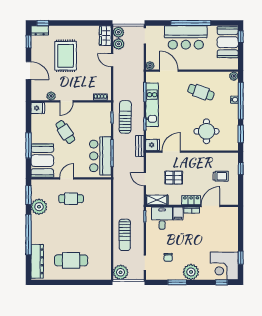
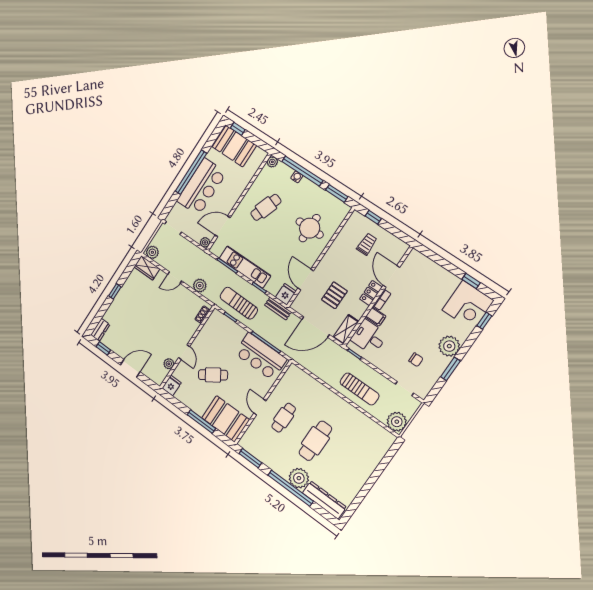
window: (43, 23) -> (115, 291), moved
plant: (119, 44) -> (200, 286), moved
rug: (66, 56) -> (140, 321), removed
door: (145, 179) -> (316, 327), width x1.88
plant: (39, 207) -> (299, 478), moved
cafe table: (71, 260) -> (315, 441), moved

